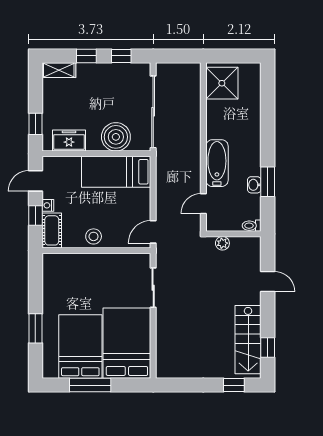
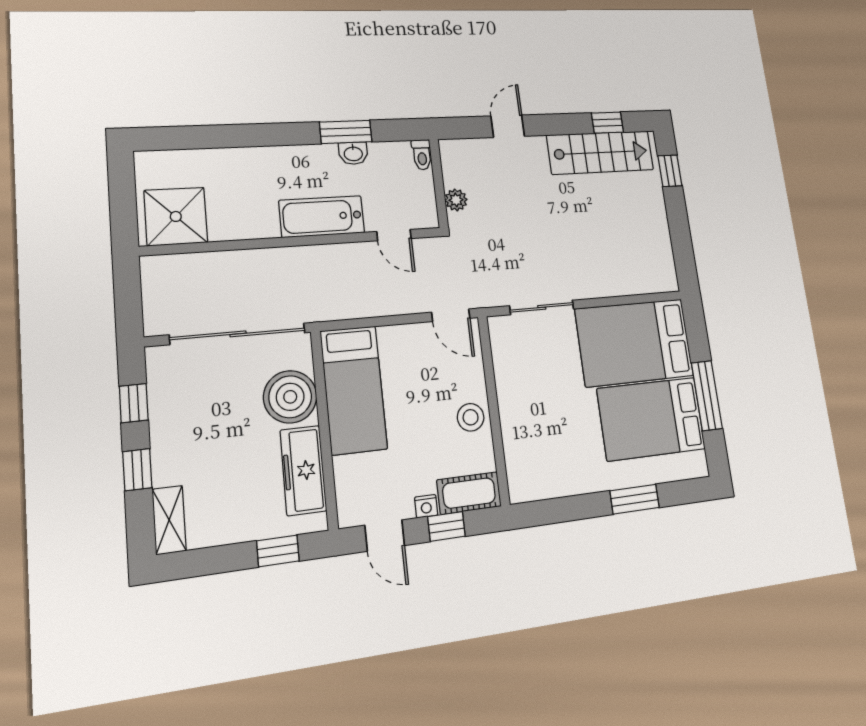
freezer: (69, 141) -> (303, 470), width x1.40

